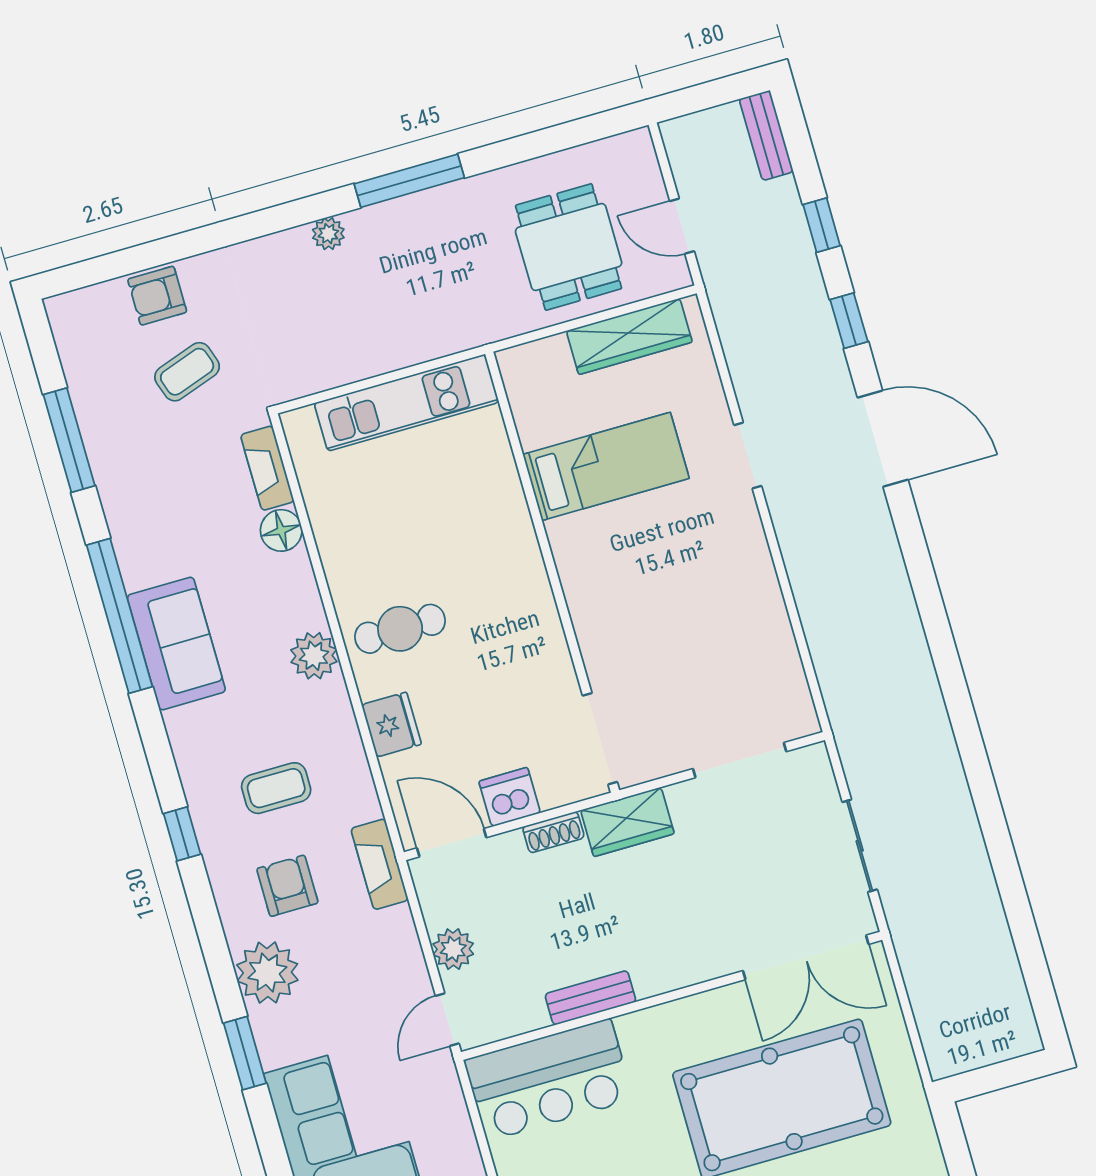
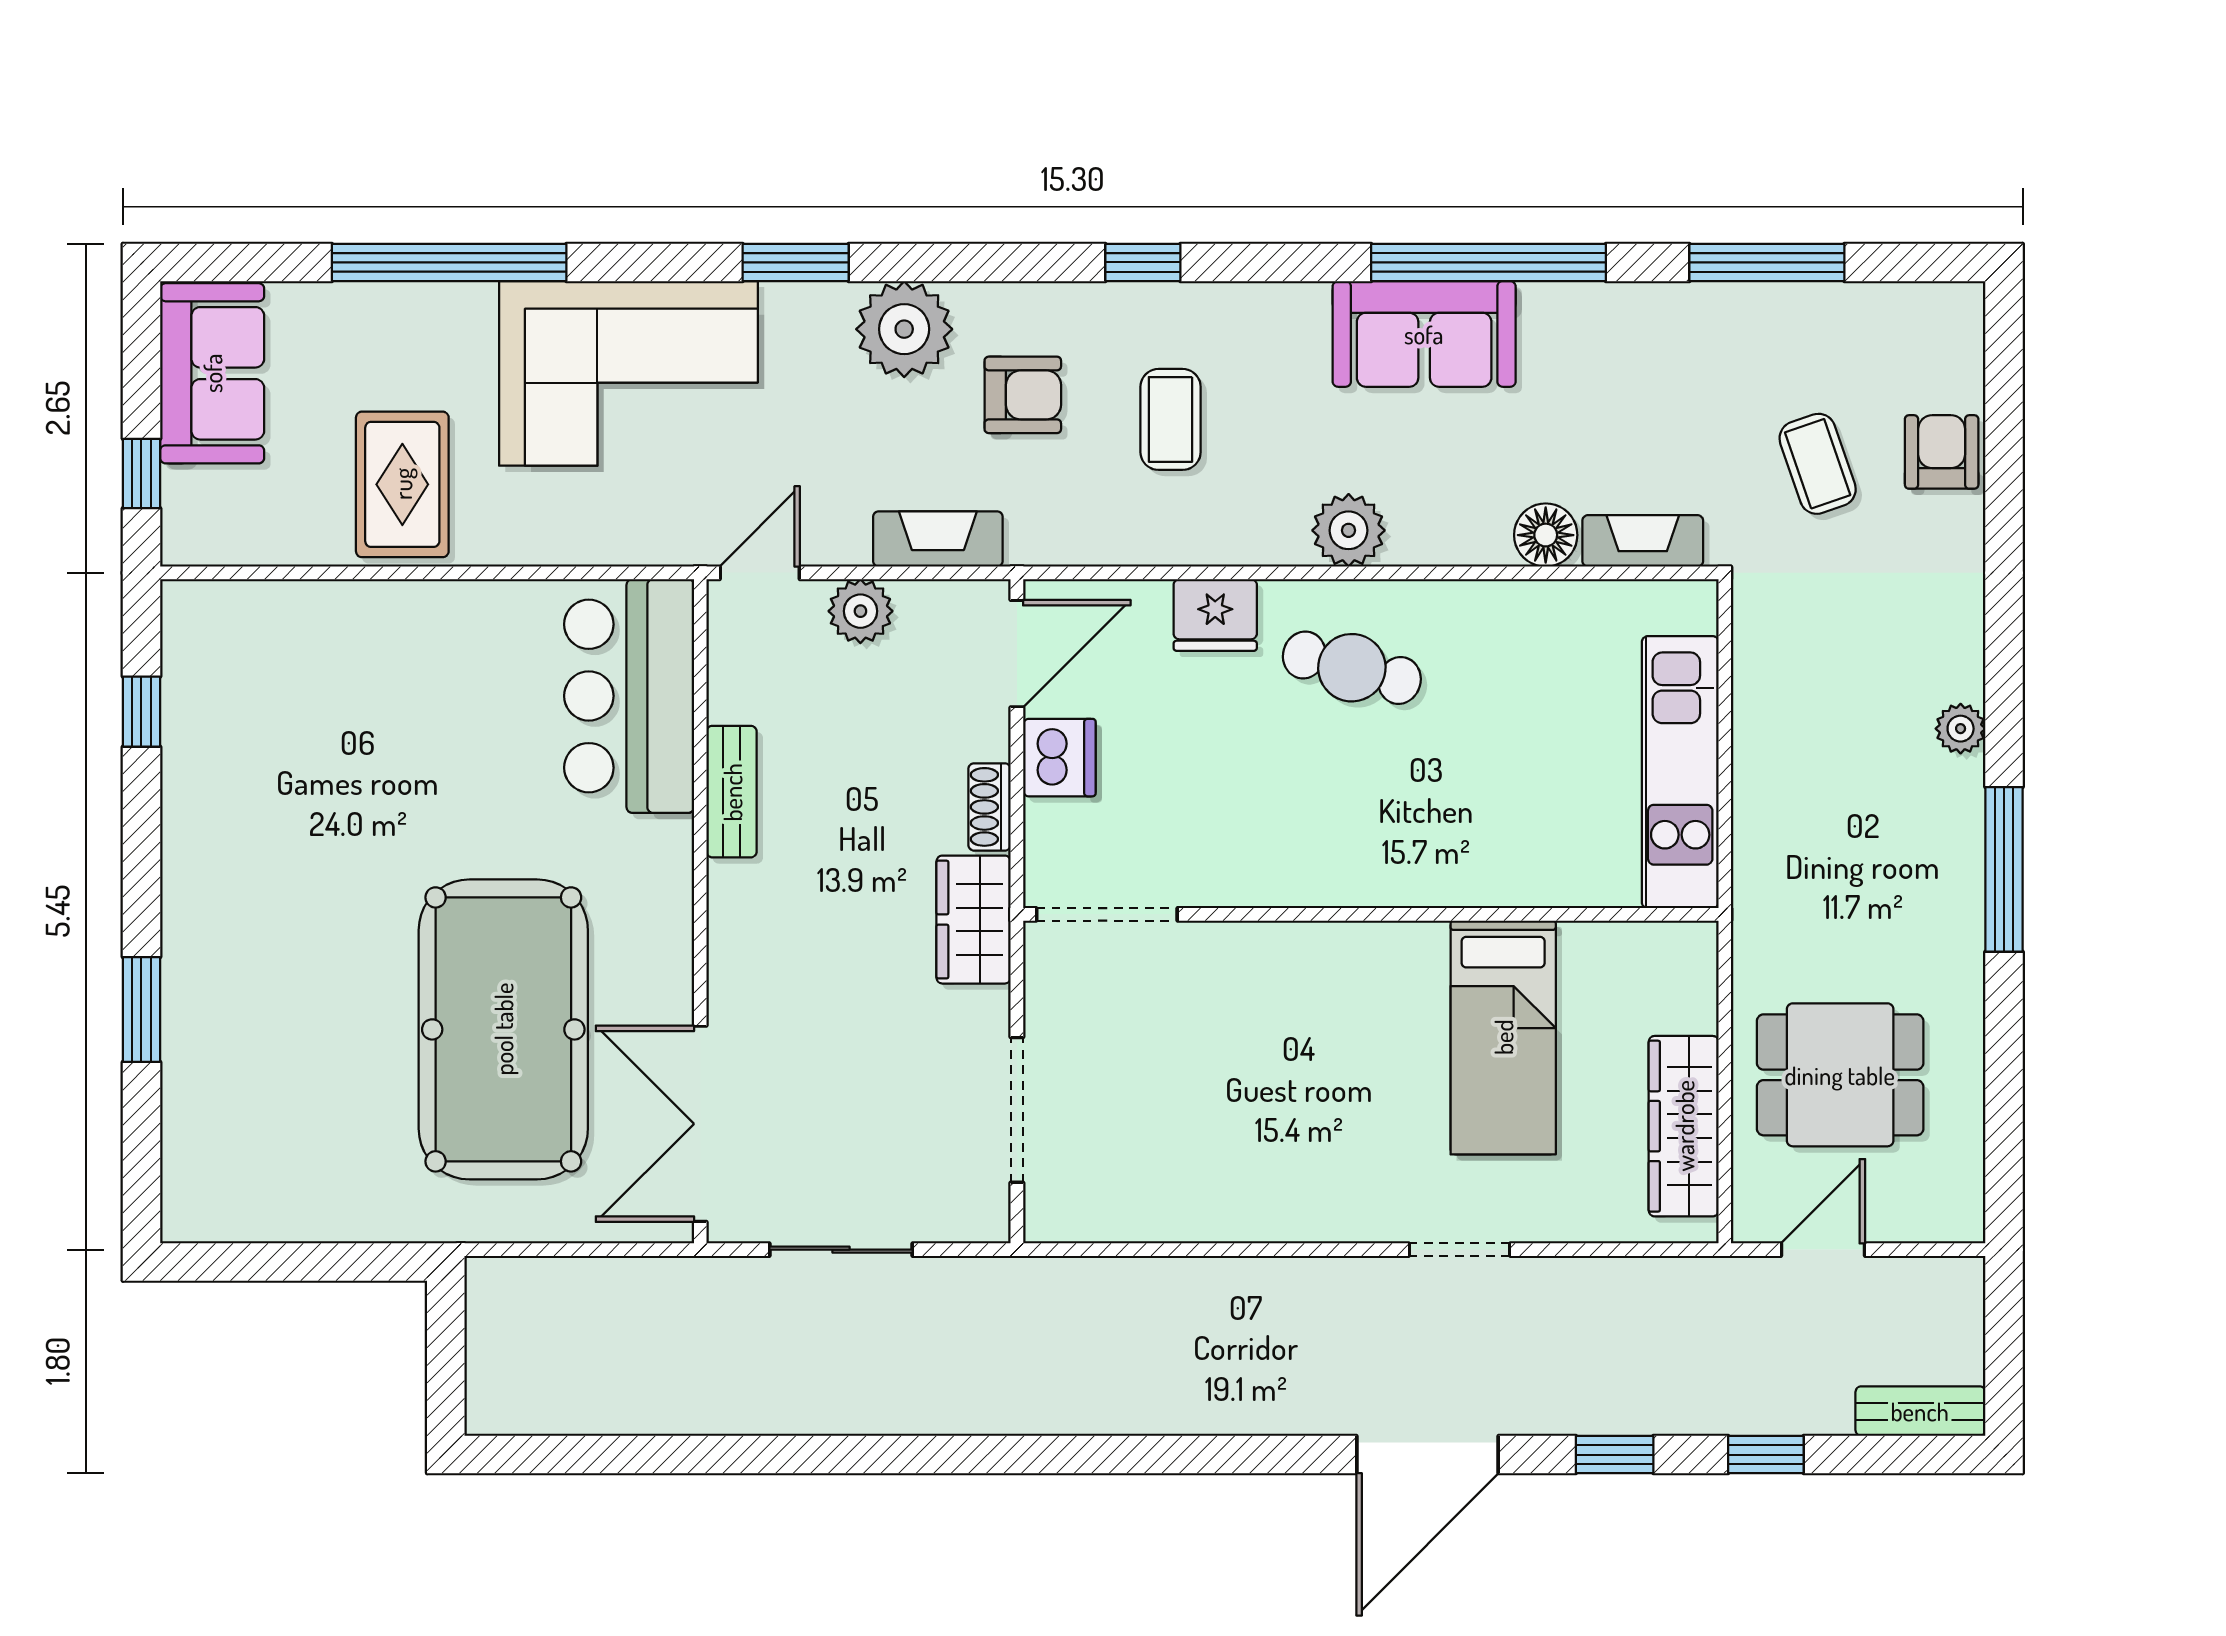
cafe table: (400, 629) -> (1352, 668), turned -75
fireplace: (380, 864) -> (938, 539), moved
door: (447, 1020) -> (760, 573), hinge flipped

